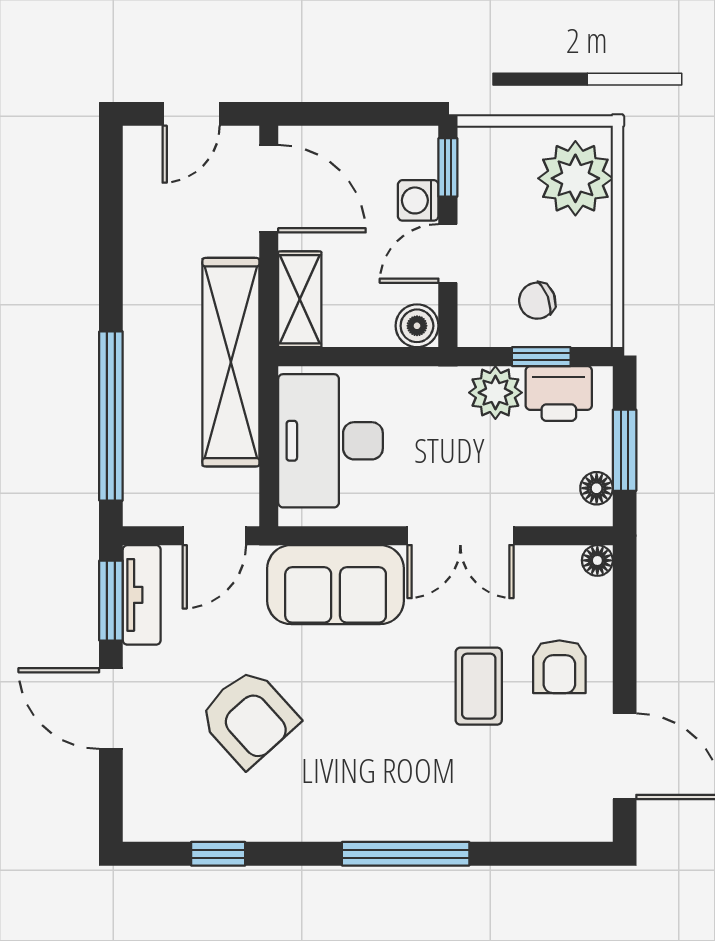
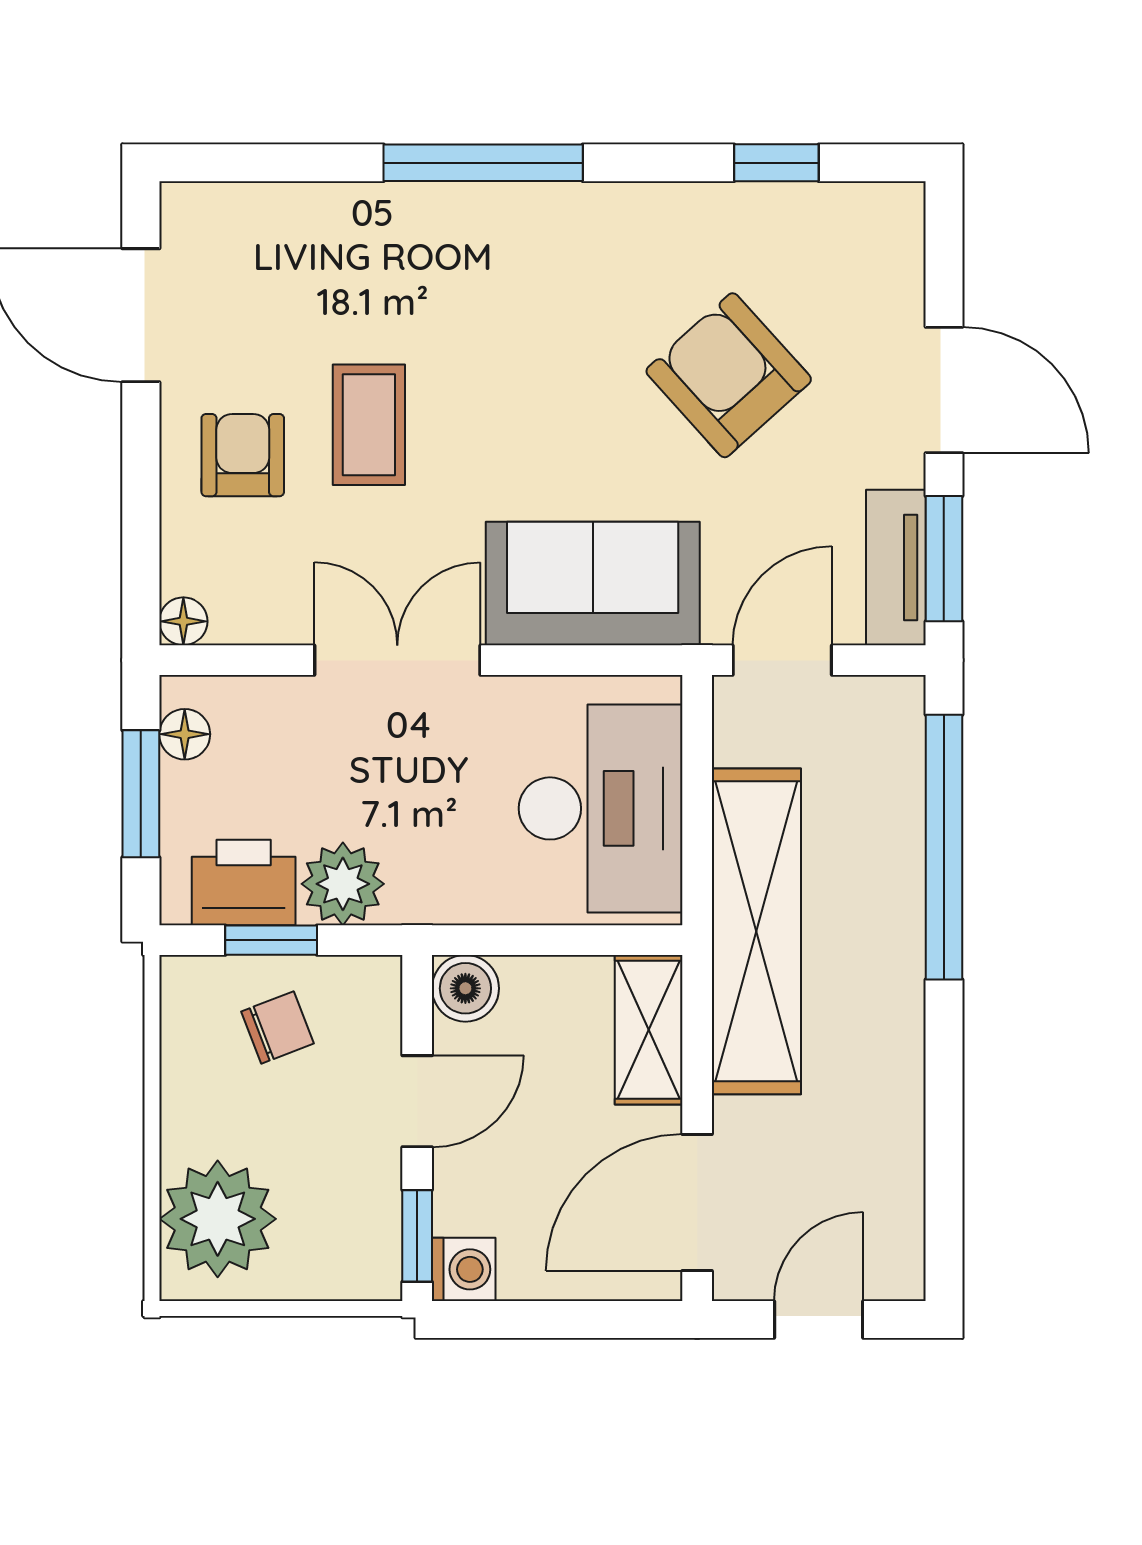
door: (269, 189) -> (697, 1203), hinge flipped
washing machine: (418, 200) -> (464, 1269), moved

